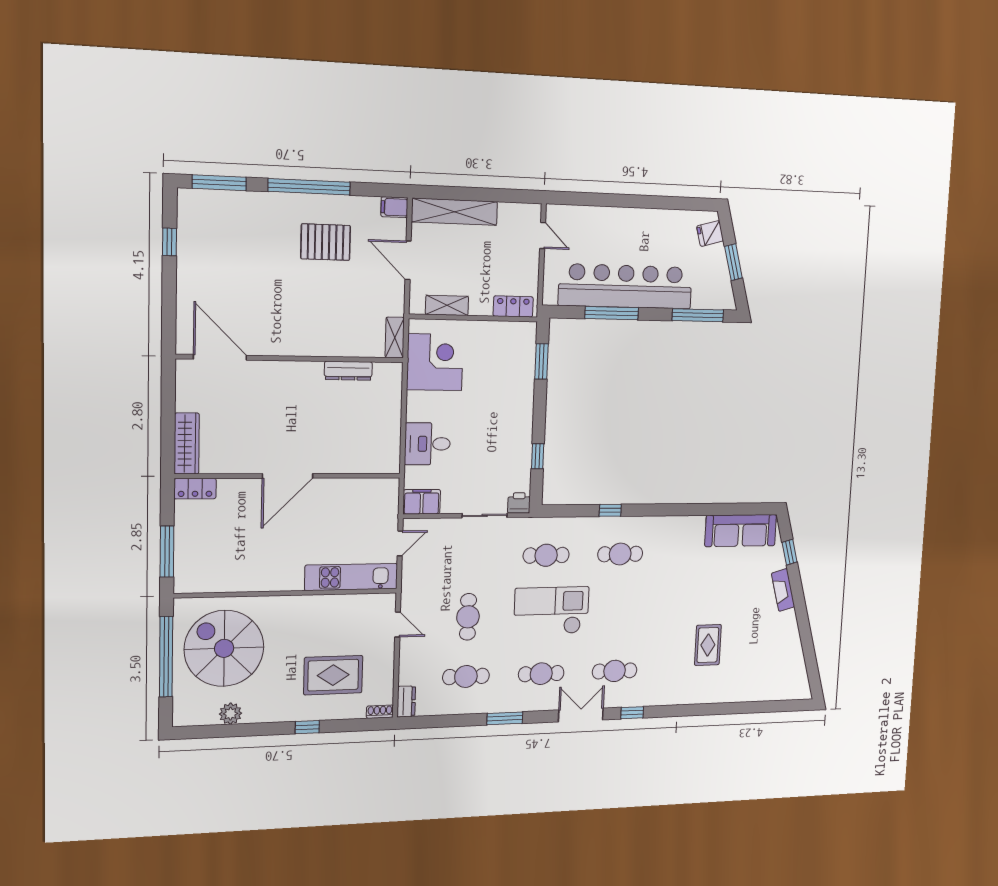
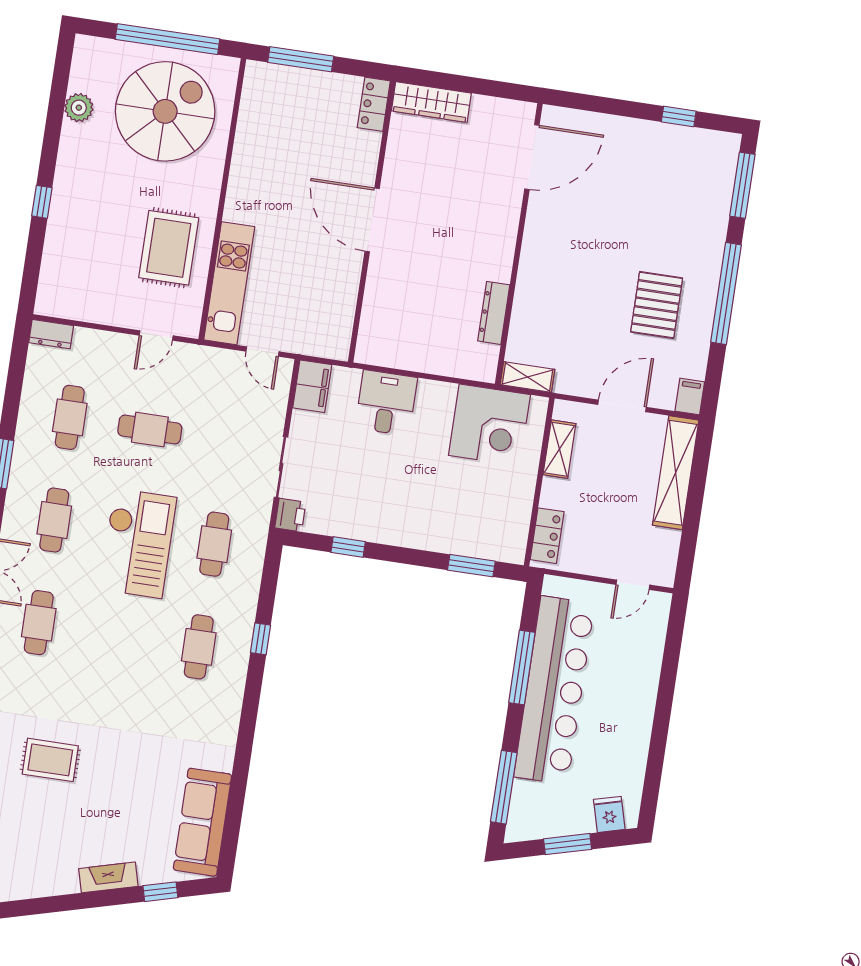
rug: (333, 675) -> (169, 248), moved
shoe rack: (380, 712) -> (44, 298), removed

